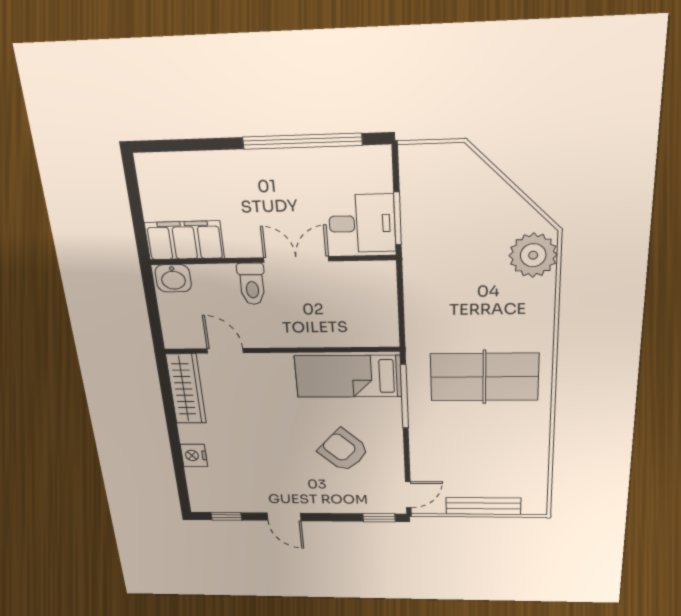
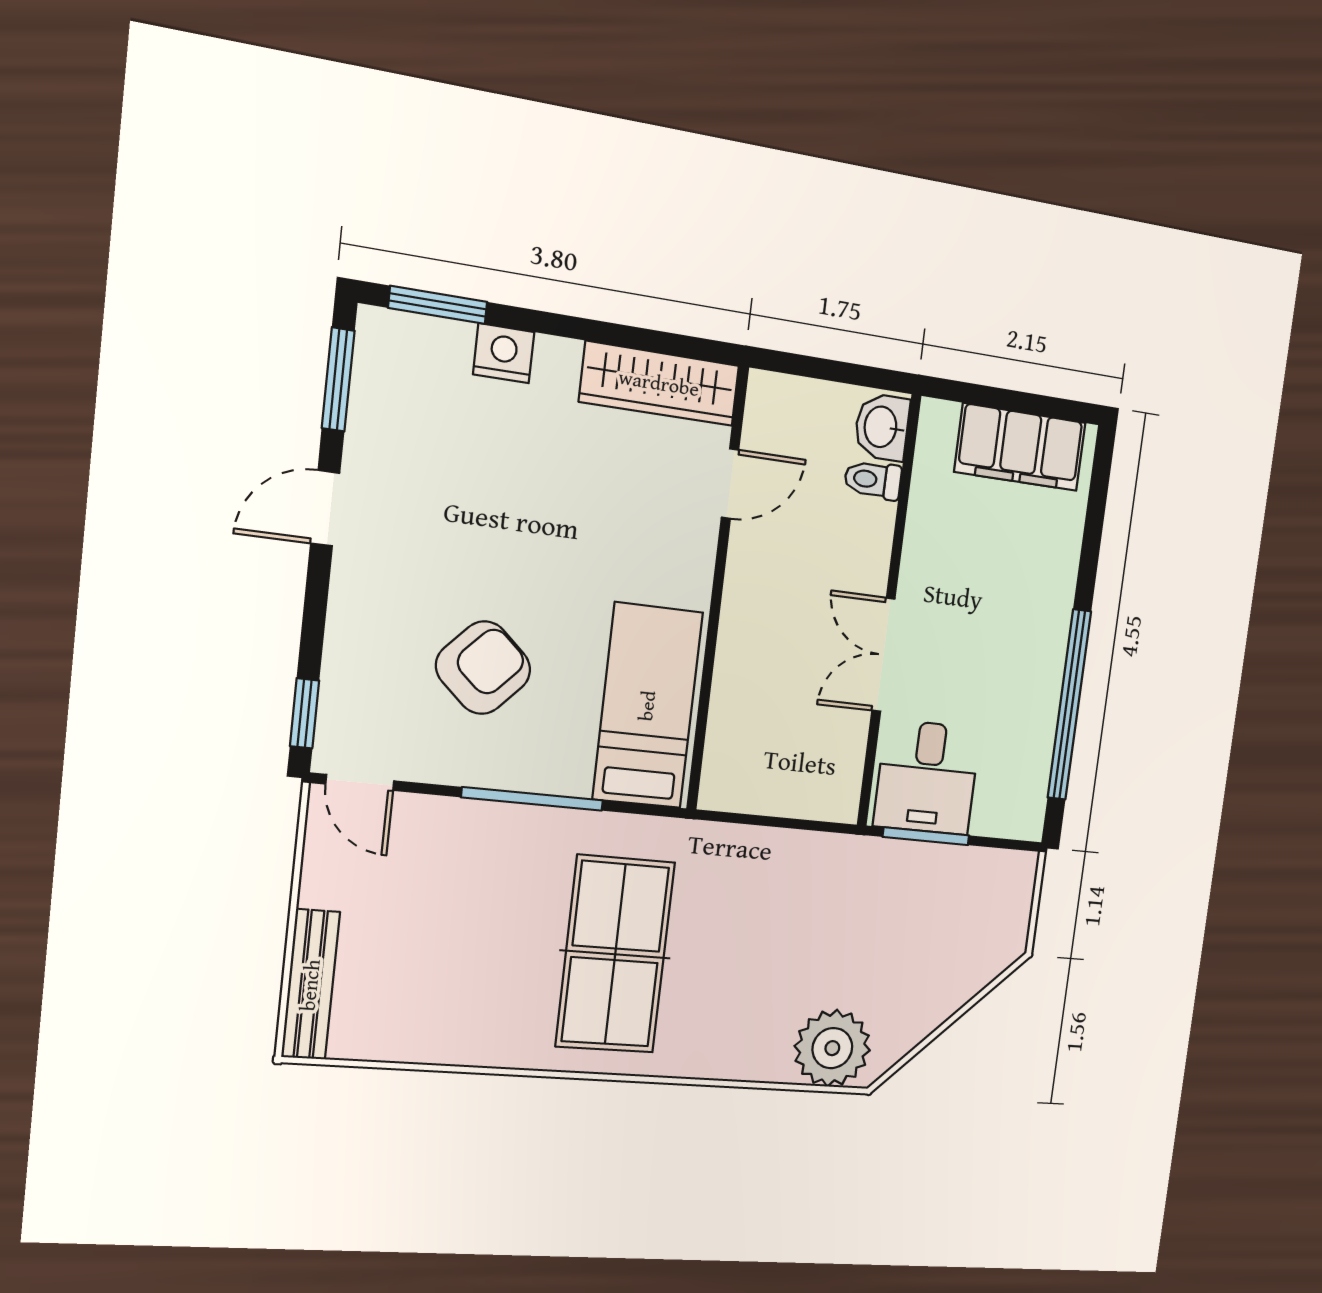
filing cabinet: (184, 240) -> (1020, 447), moved, turned 90
double door: (296, 259) -> (883, 655), swing flipped
toilet: (252, 284) -> (873, 480), moved, width x0.73, depth x0.72
window: (404, 397) -> (533, 799), moved
window: (181, 483) -> (438, 305), added
bench: (483, 506) -> (311, 985), moved
window: (226, 516) -> (338, 379), width x1.50

